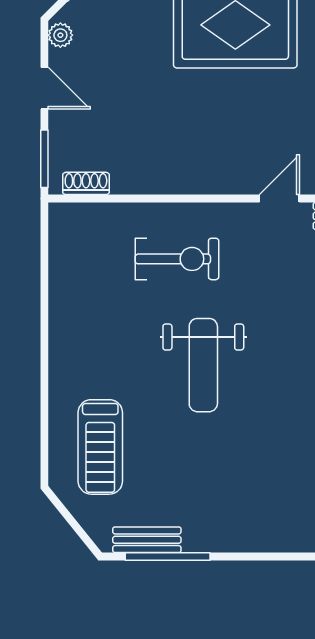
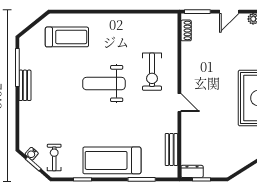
door: (279, 199) -> (179, 103), moved
treadmill: (100, 447) -> (67, 37), turned 180
bench: (147, 540) -> (25, 85), moved

